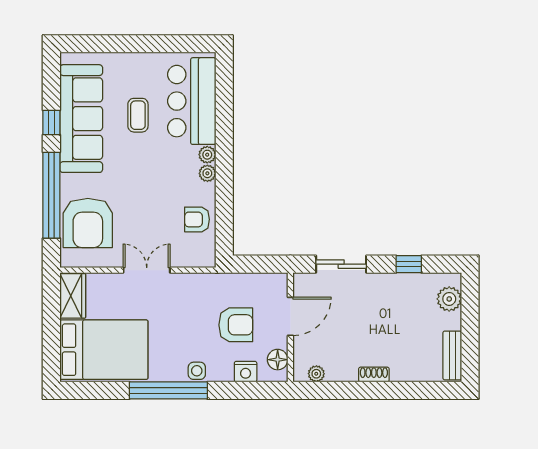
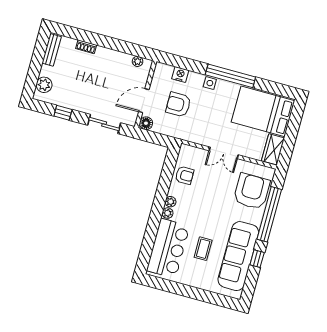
floor lamp: (278, 360) -> (146, 123), moved
shoe rack: (374, 375) -> (86, 47), moved

